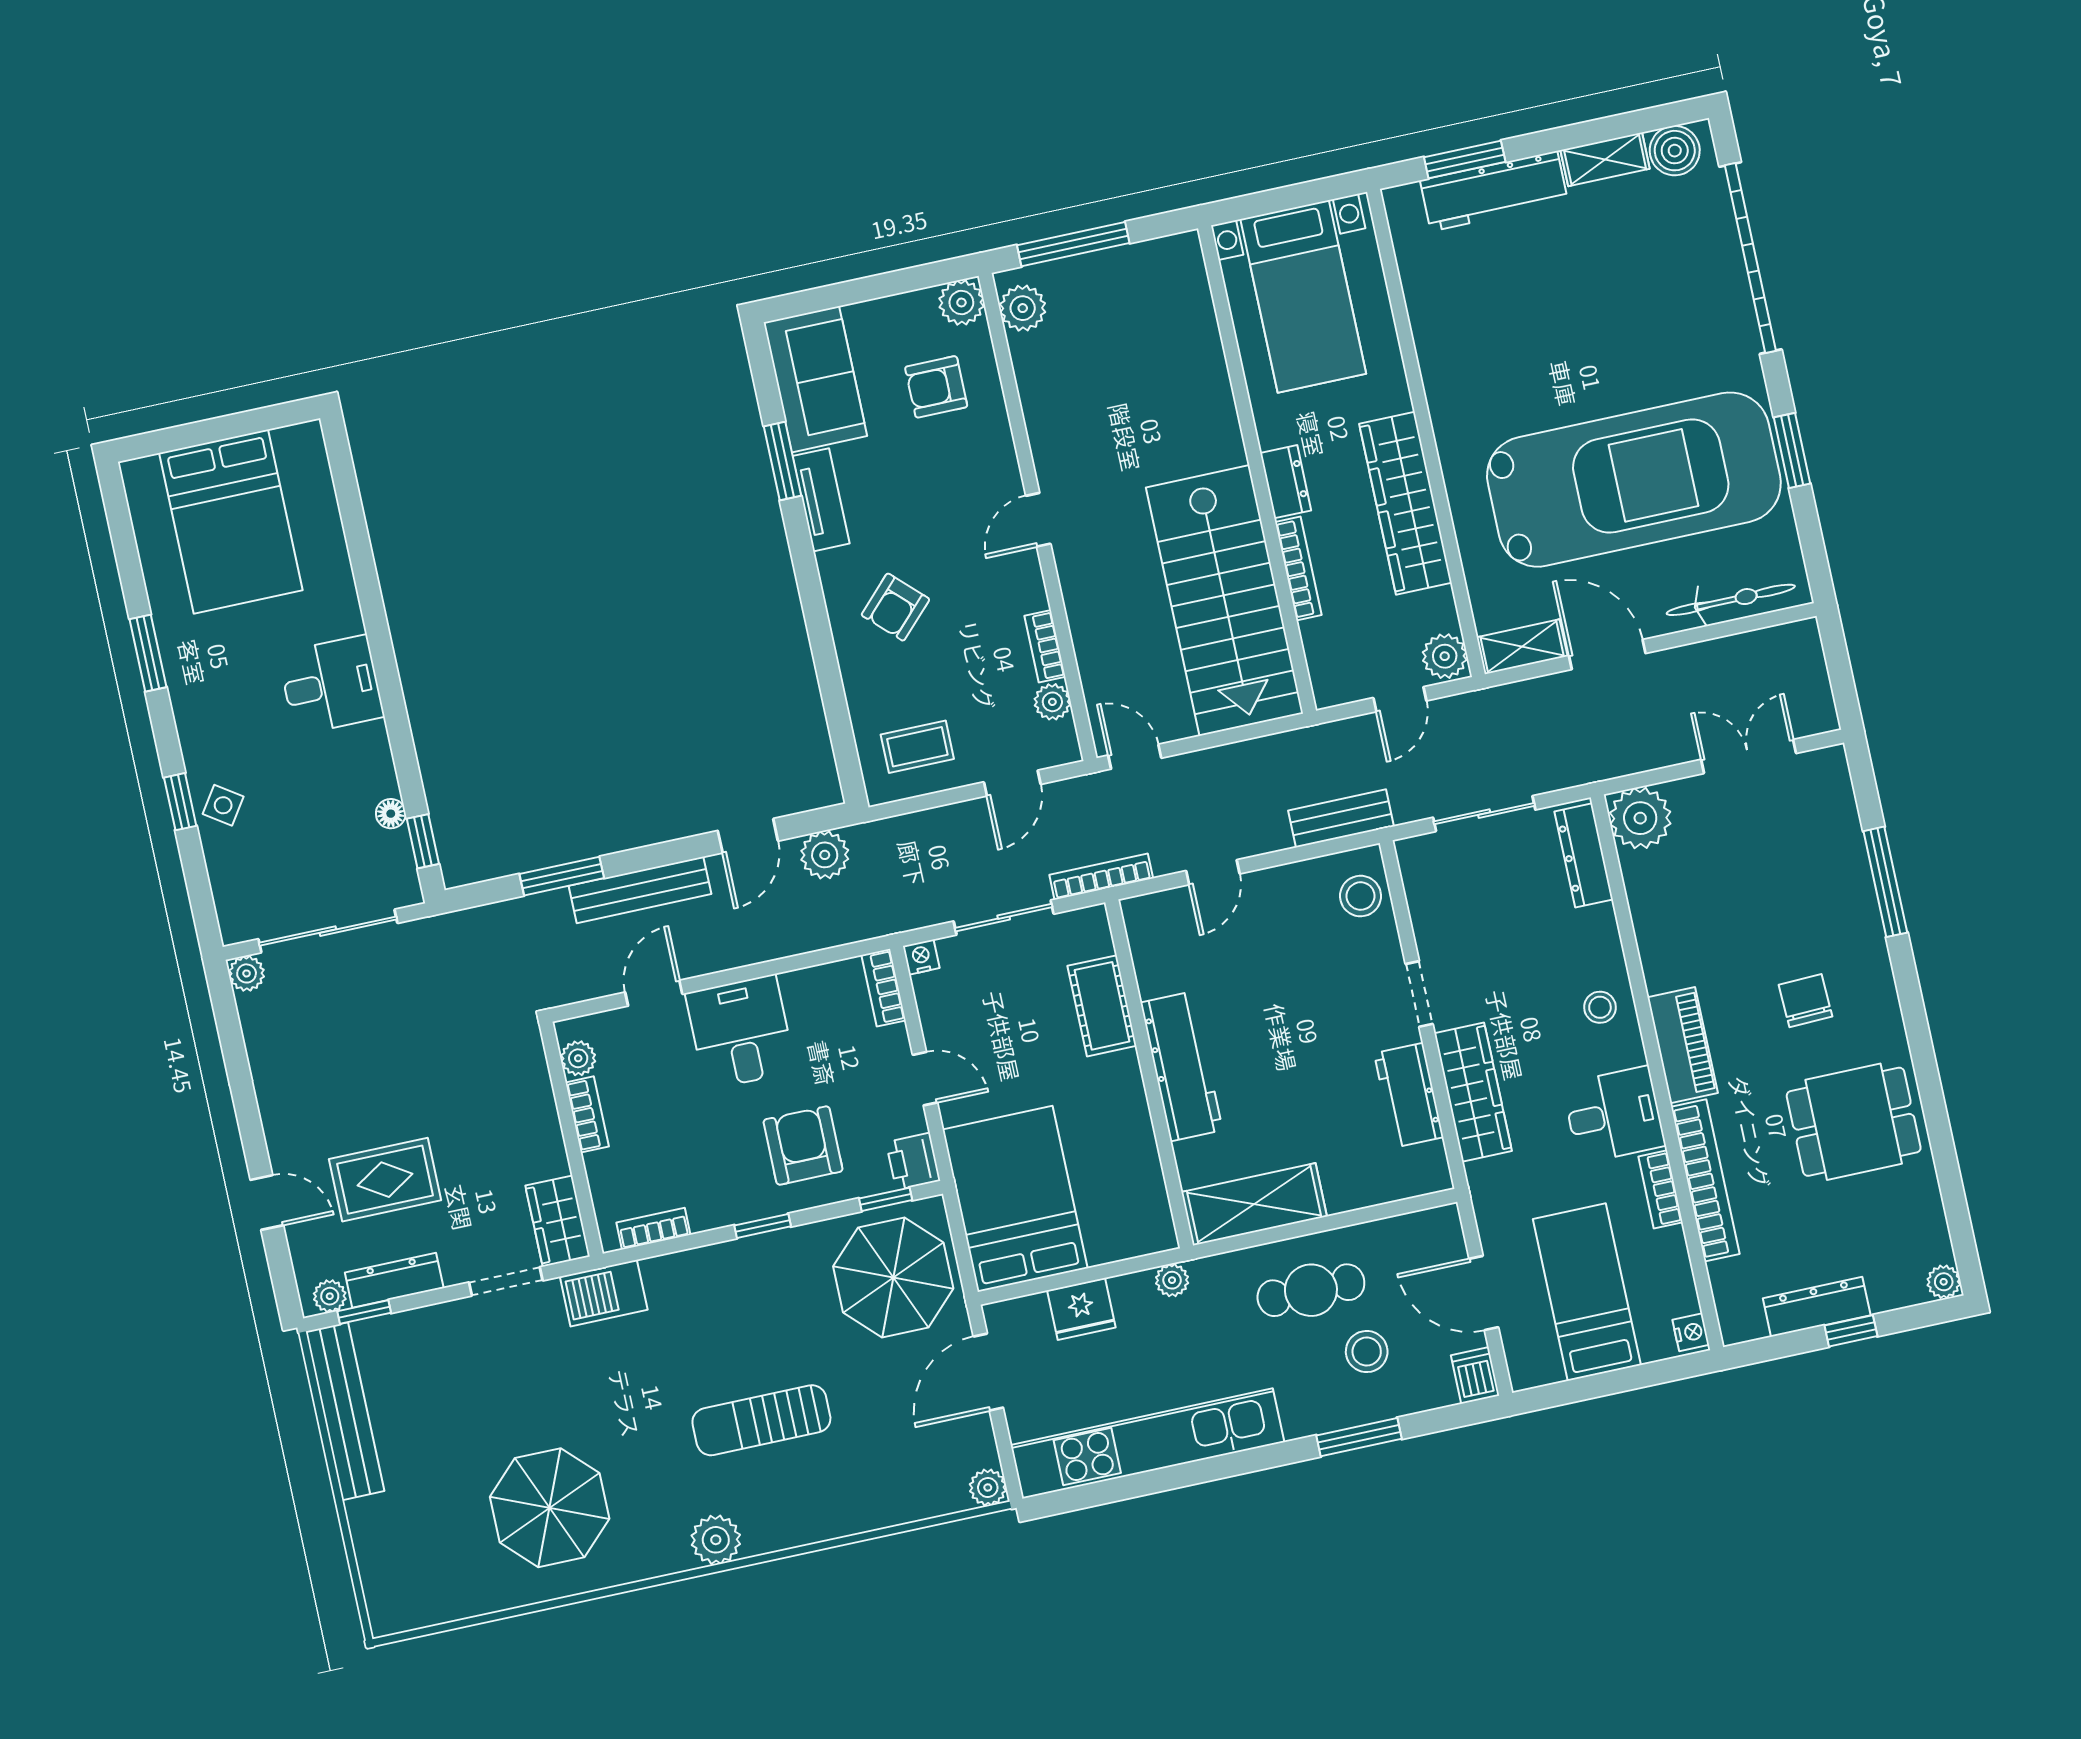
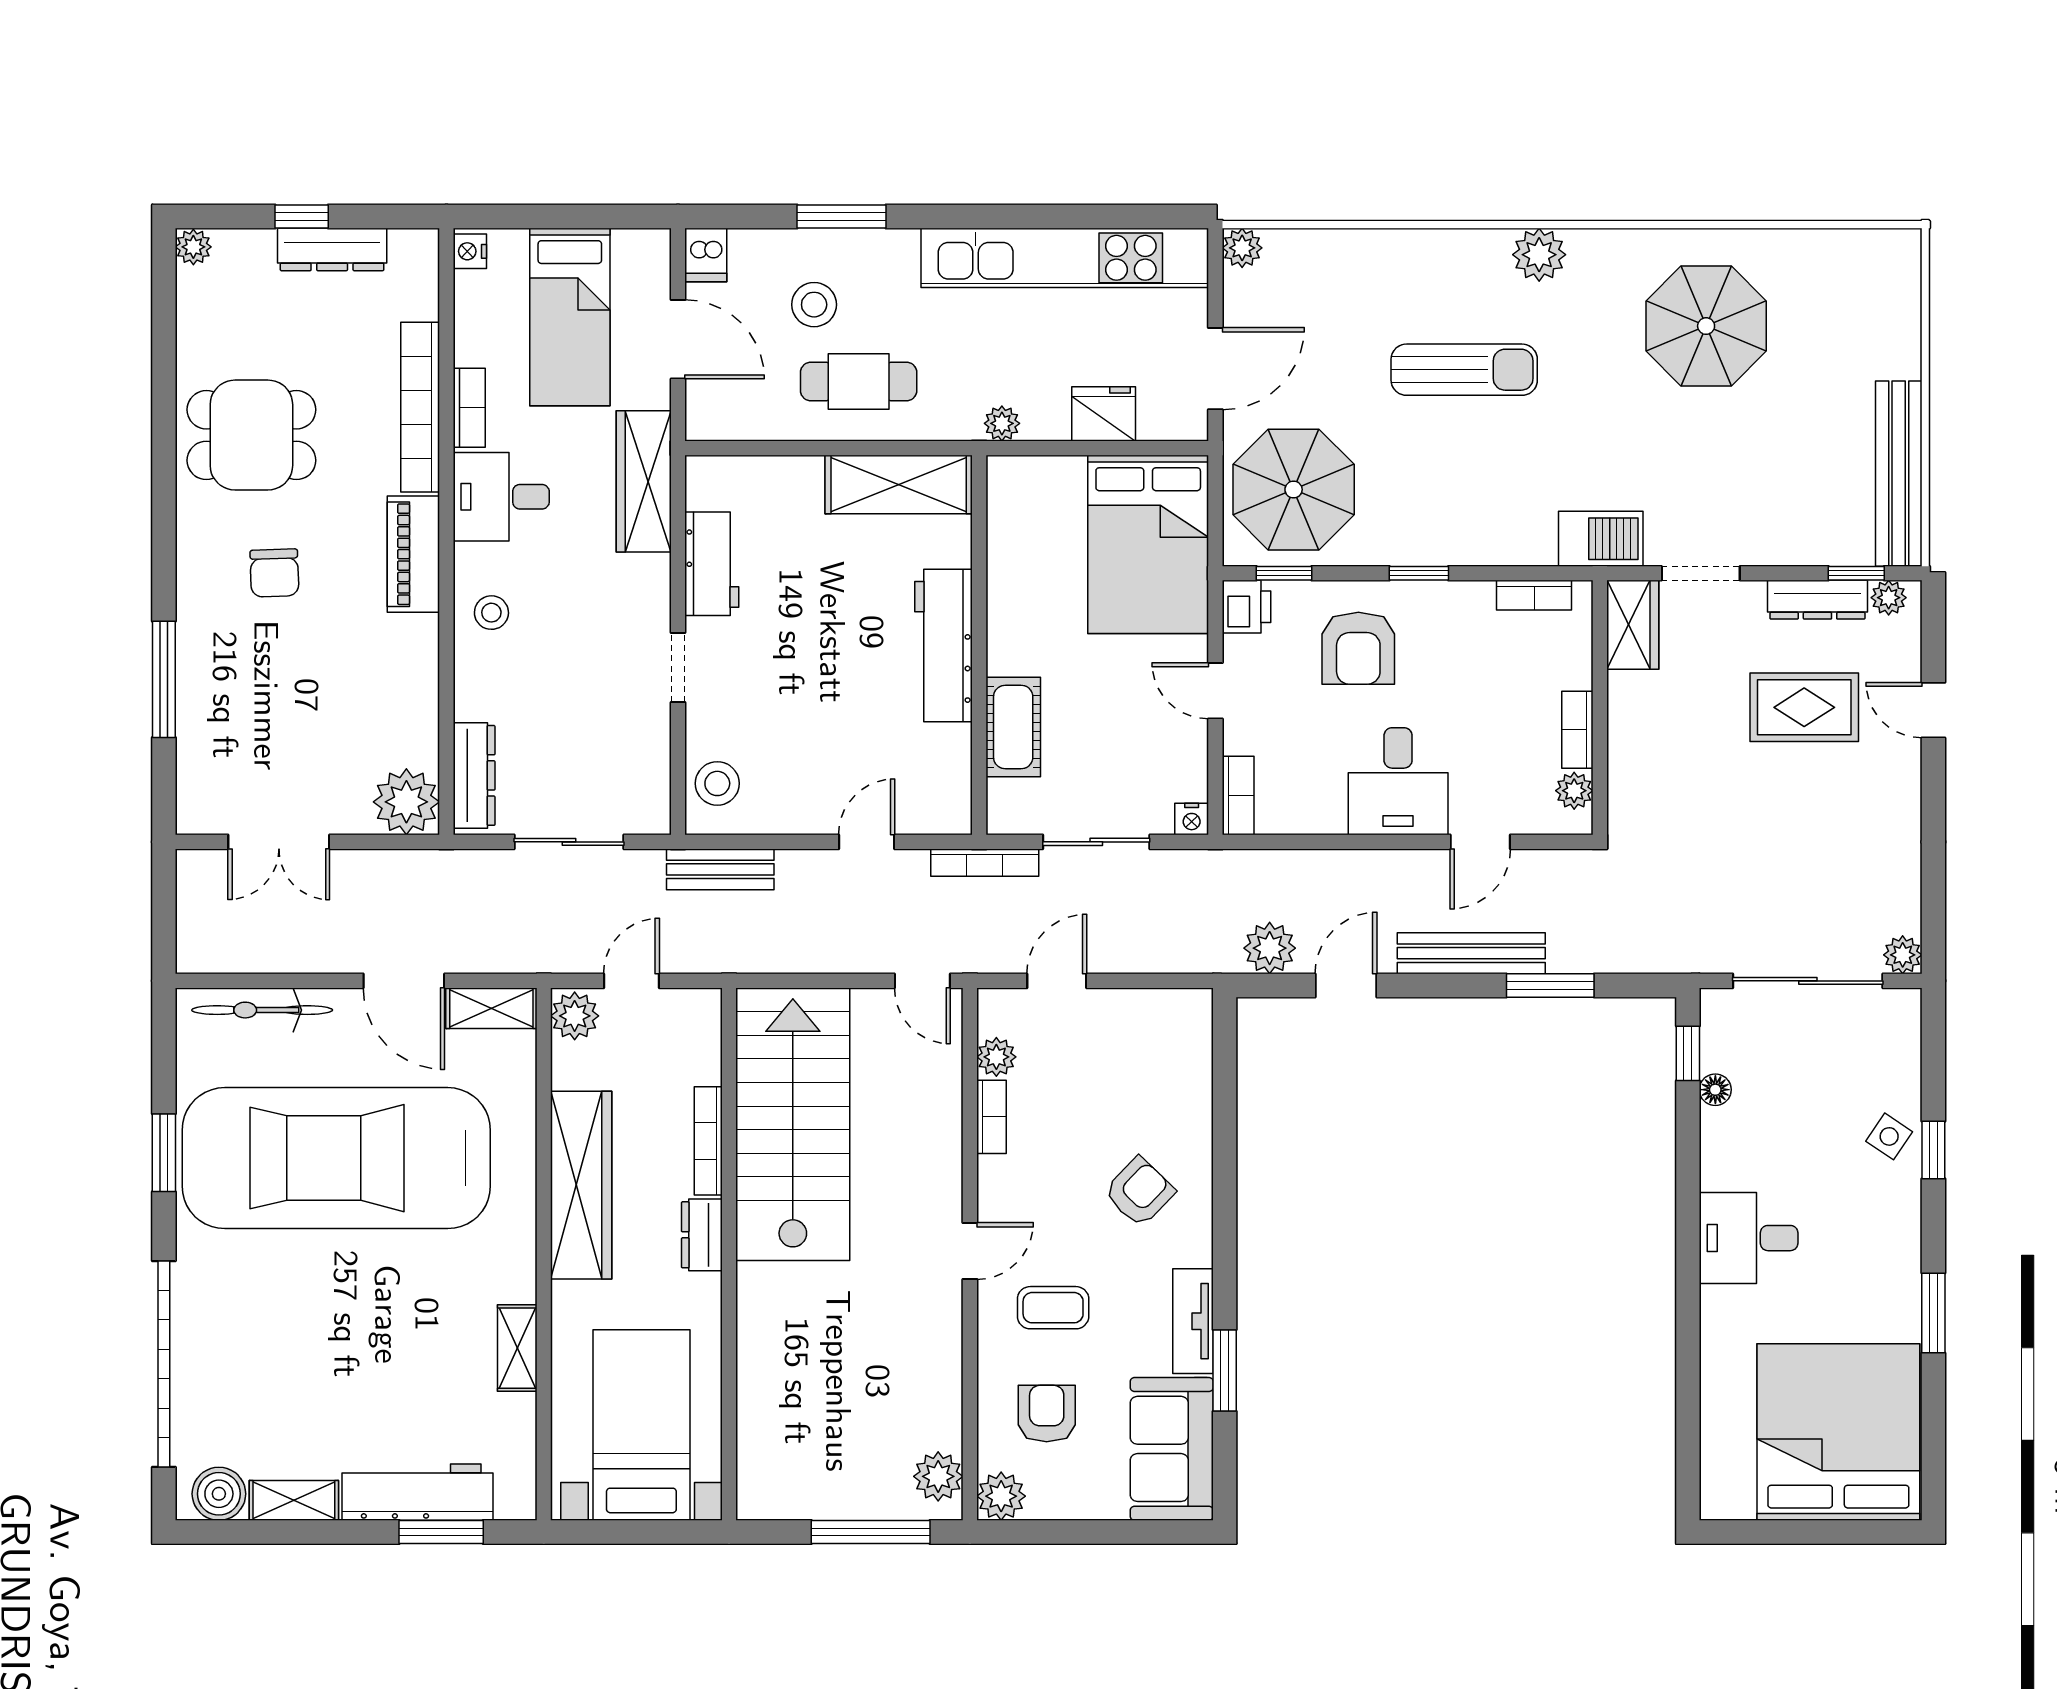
shelving: (1432, 342) -> (517, 1348), added
armchair: (936, 387) -> (1047, 1413), turned -90
bed: (231, 522) -> (1838, 1432), width x1.36
coffee table: (917, 747) -> (1053, 1308), moved
wardrobe: (1473, 1092) -> (644, 481), moved

